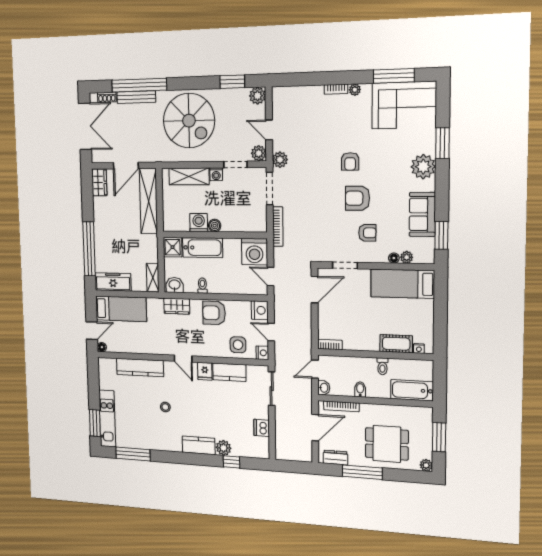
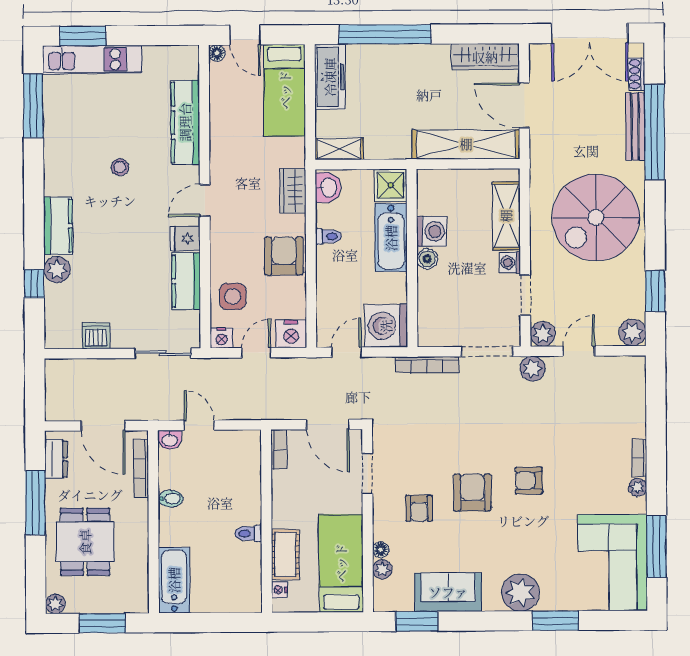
wardrobe: (99, 182) -> (485, 57), width x1.50
cot: (396, 344) -> (285, 554), moved
bookcase: (330, 345) -> (279, 449), moved
nightstand: (419, 348) -> (279, 590), moved
wall: (375, 354) -> (267, 521), moved
toilet: (382, 366) -> (248, 533), moved

